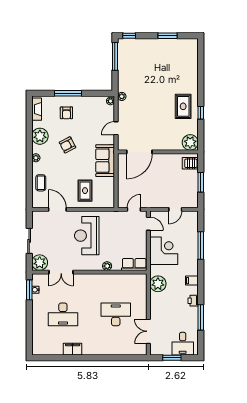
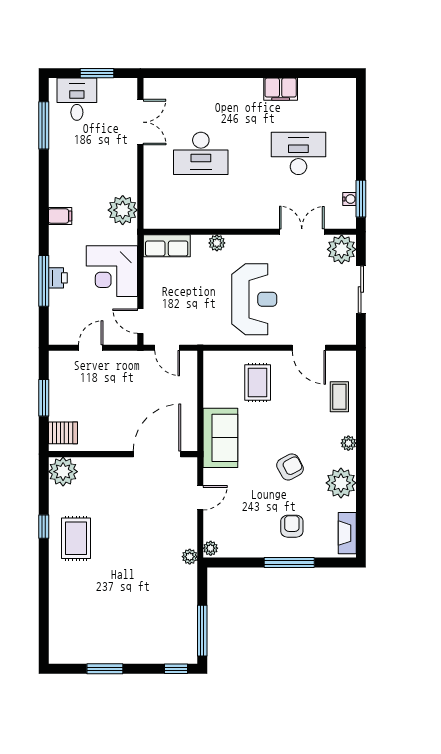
door: (134, 209) -> (167, 348), hinge flipped
printer: (193, 301) -> (58, 278), moved
window: (201, 317) -> (44, 125), moved

